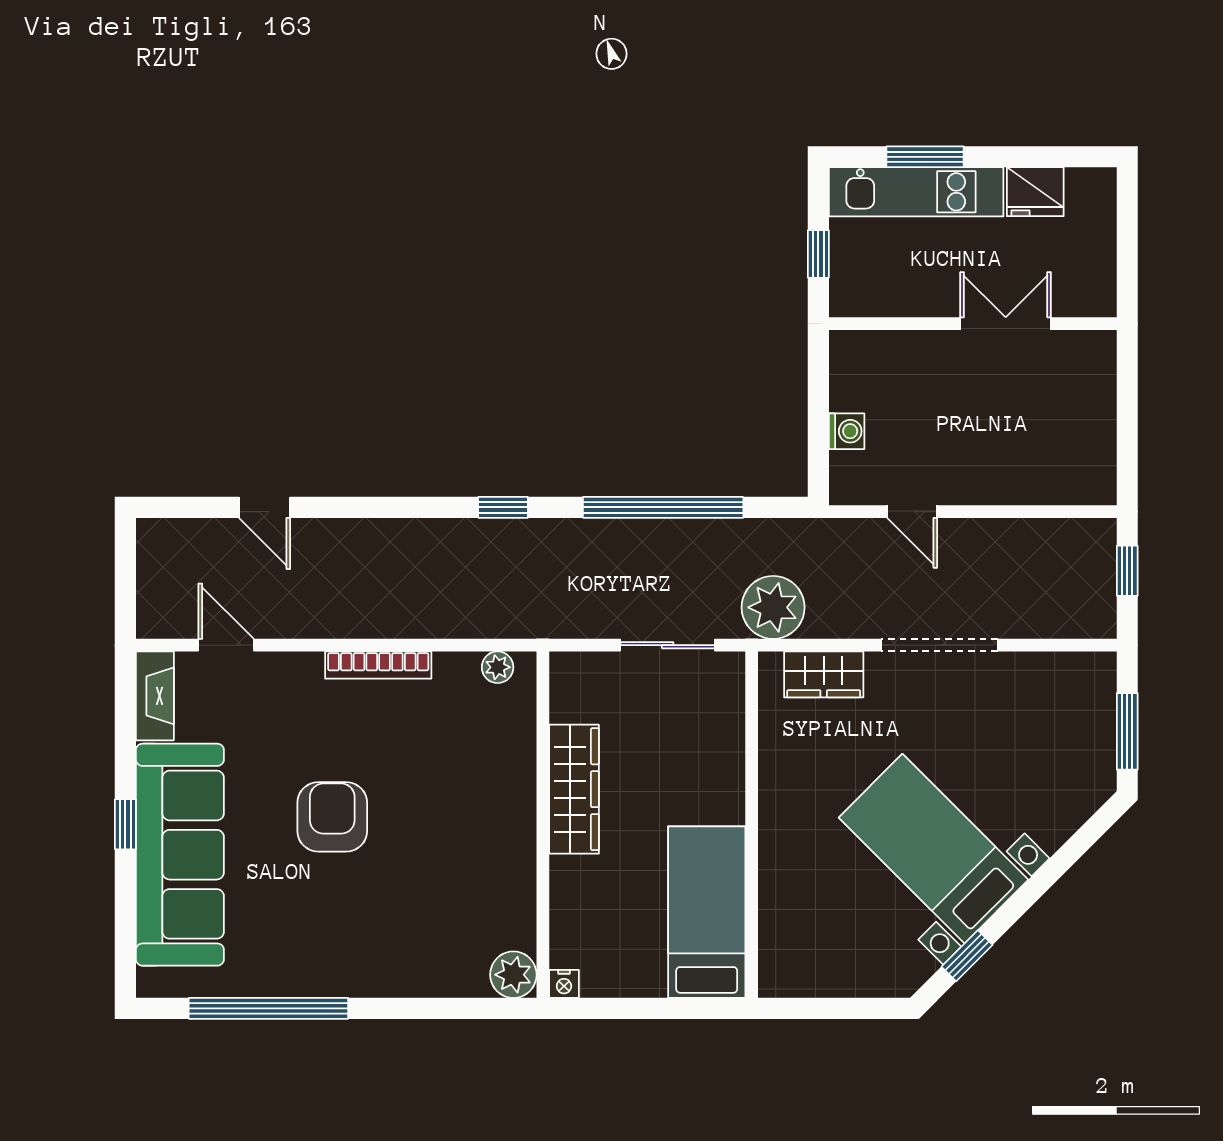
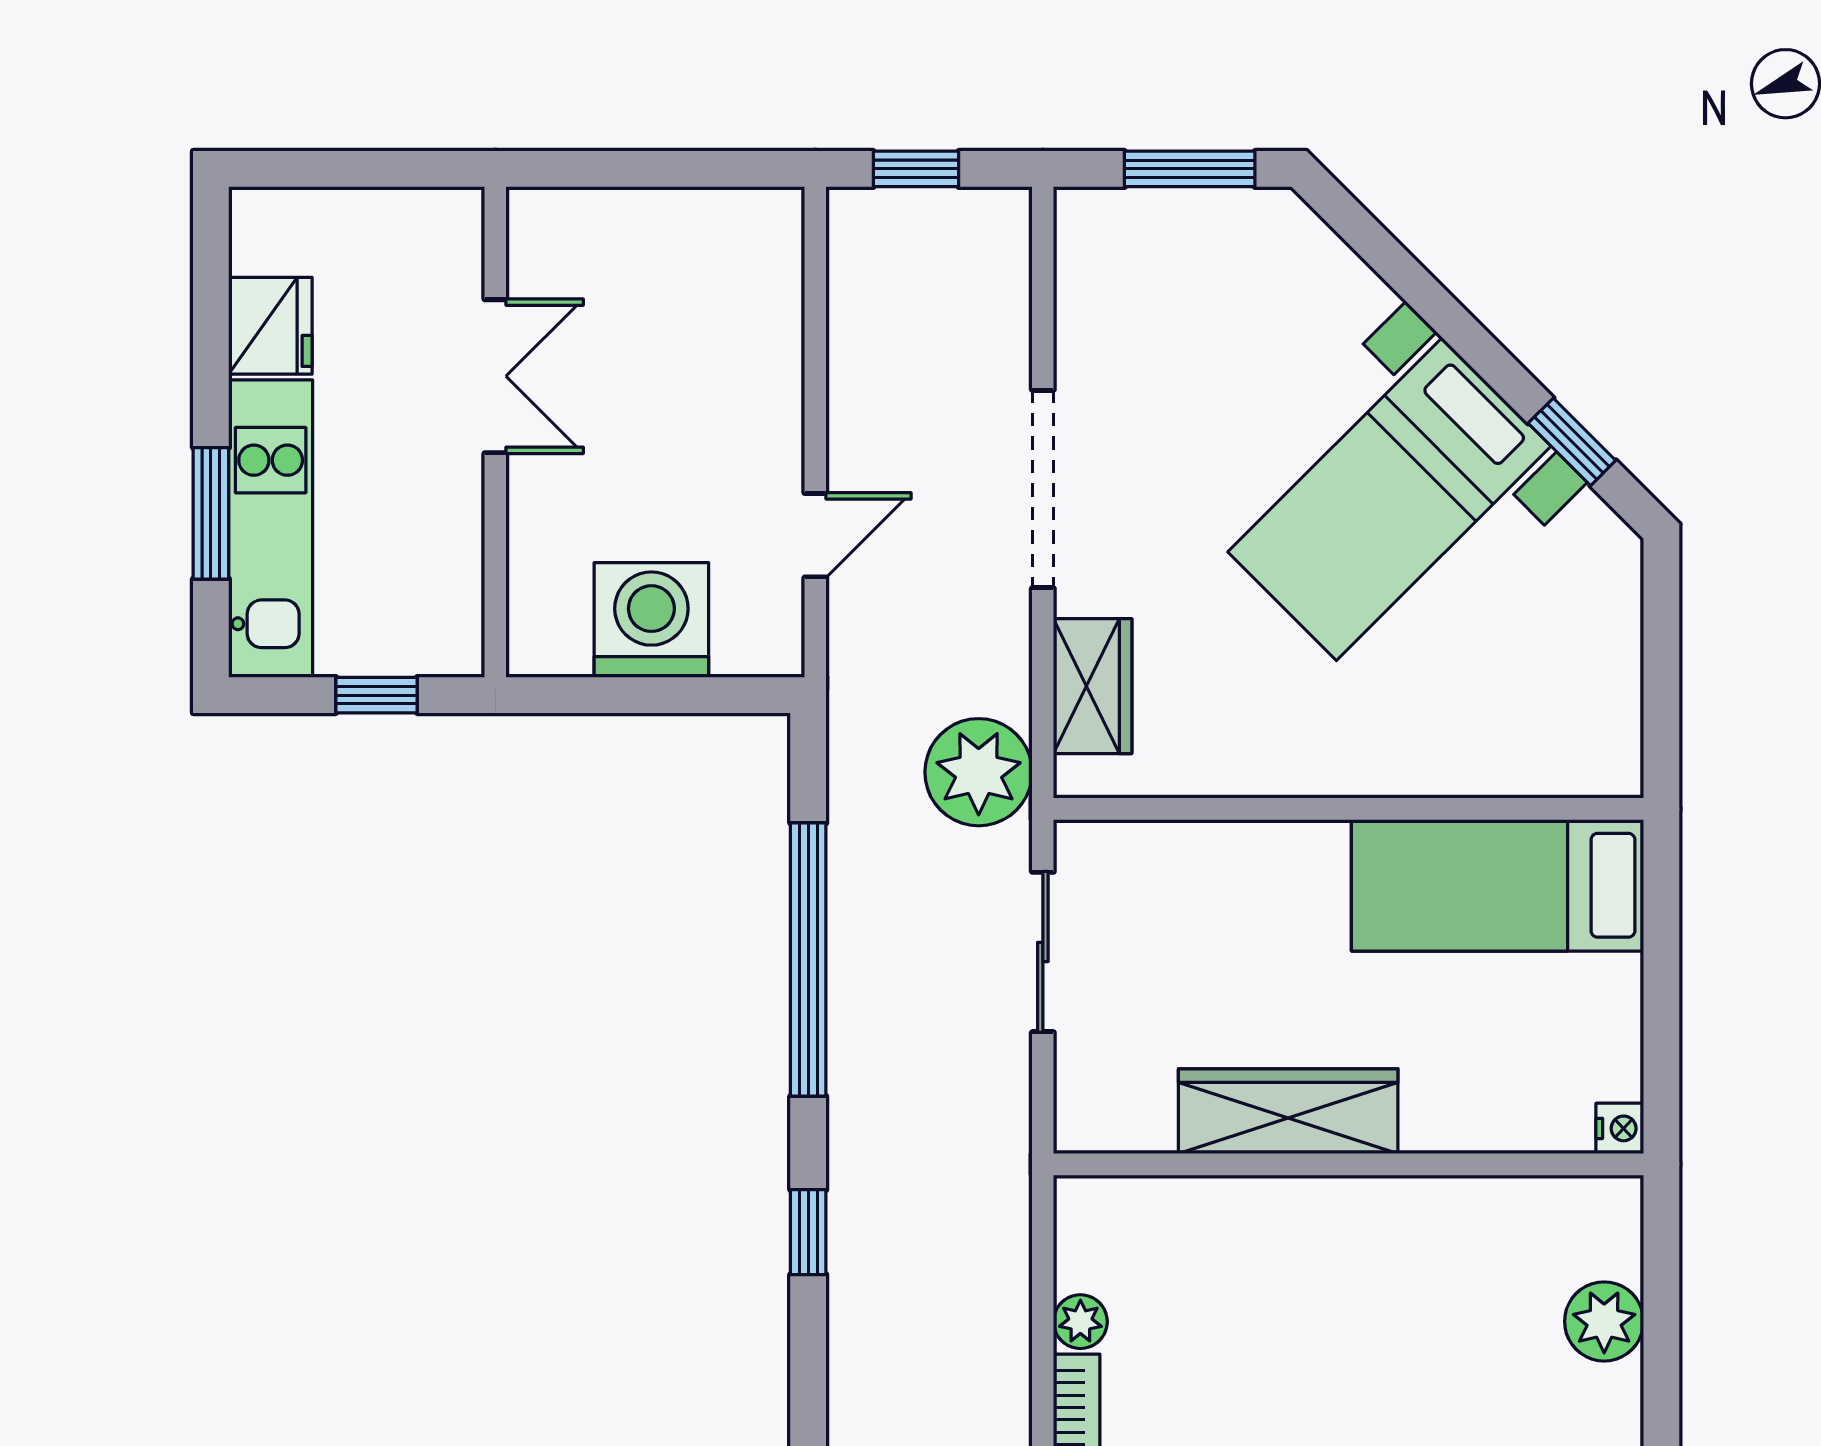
double door: (1006, 324) -> (495, 376), swing flipped
washing machine: (847, 431) -> (651, 620), width x1.89, depth x1.89
plant: (498, 667) -> (1080, 1322), moved
plant: (513, 975) -> (1604, 1321), moved

